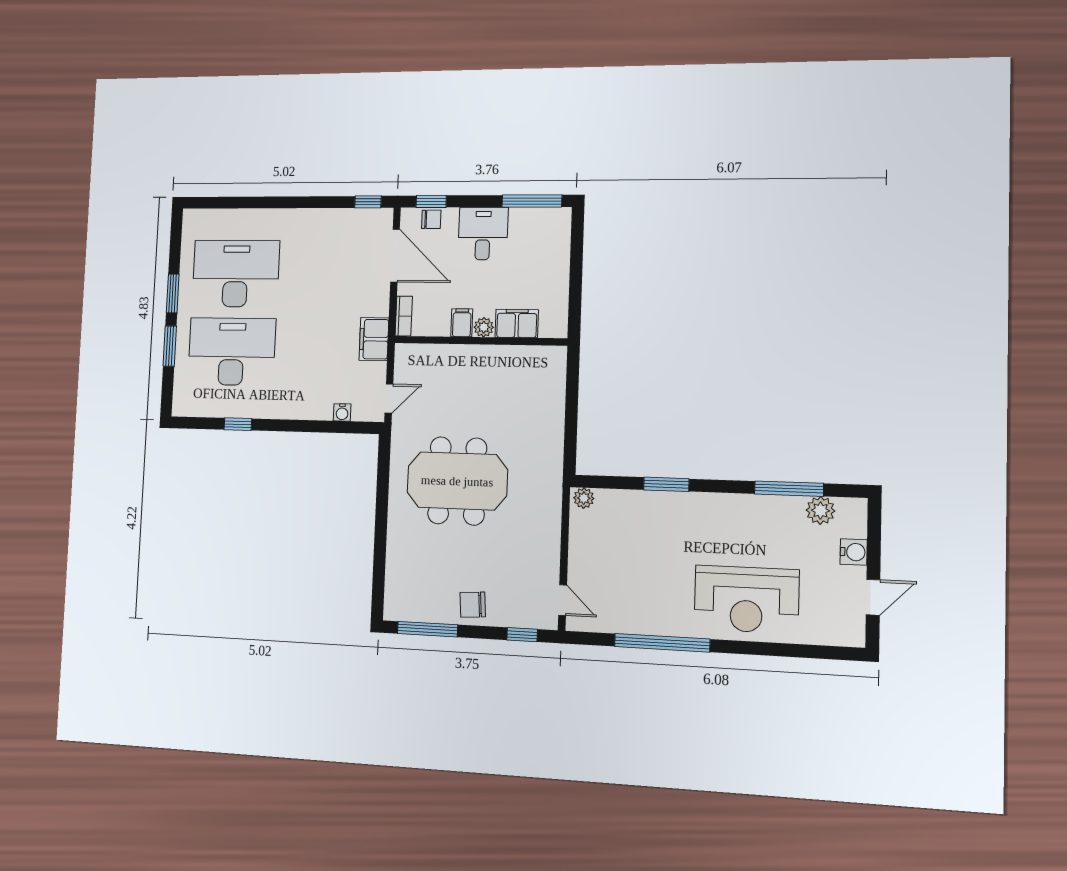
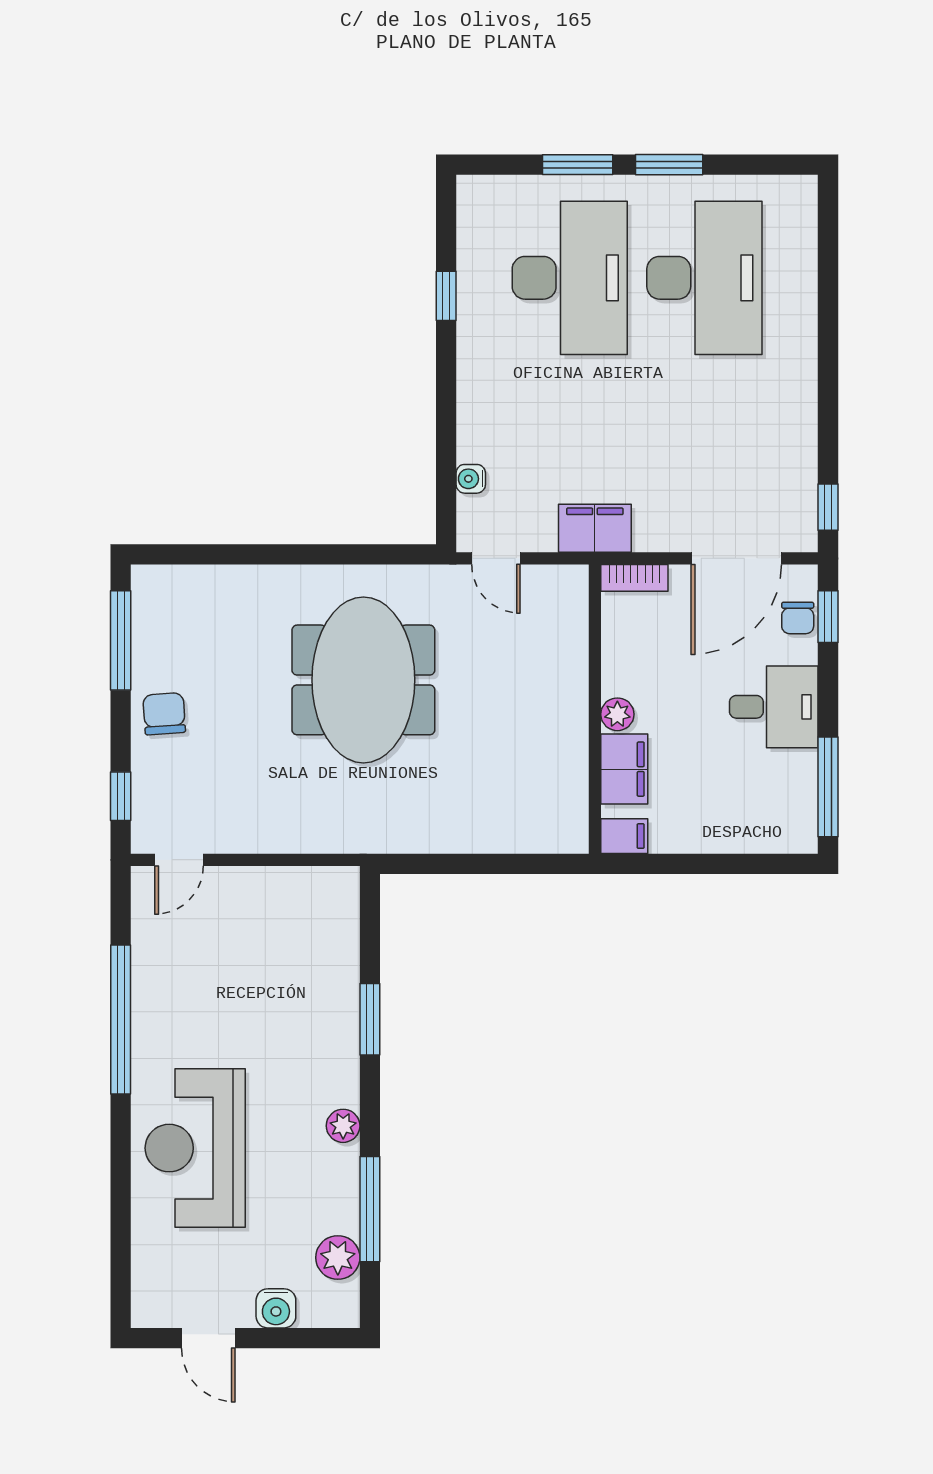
filing cabinet: (462, 323) -> (624, 836), moved
plant: (584, 498) -> (343, 1126), moved

